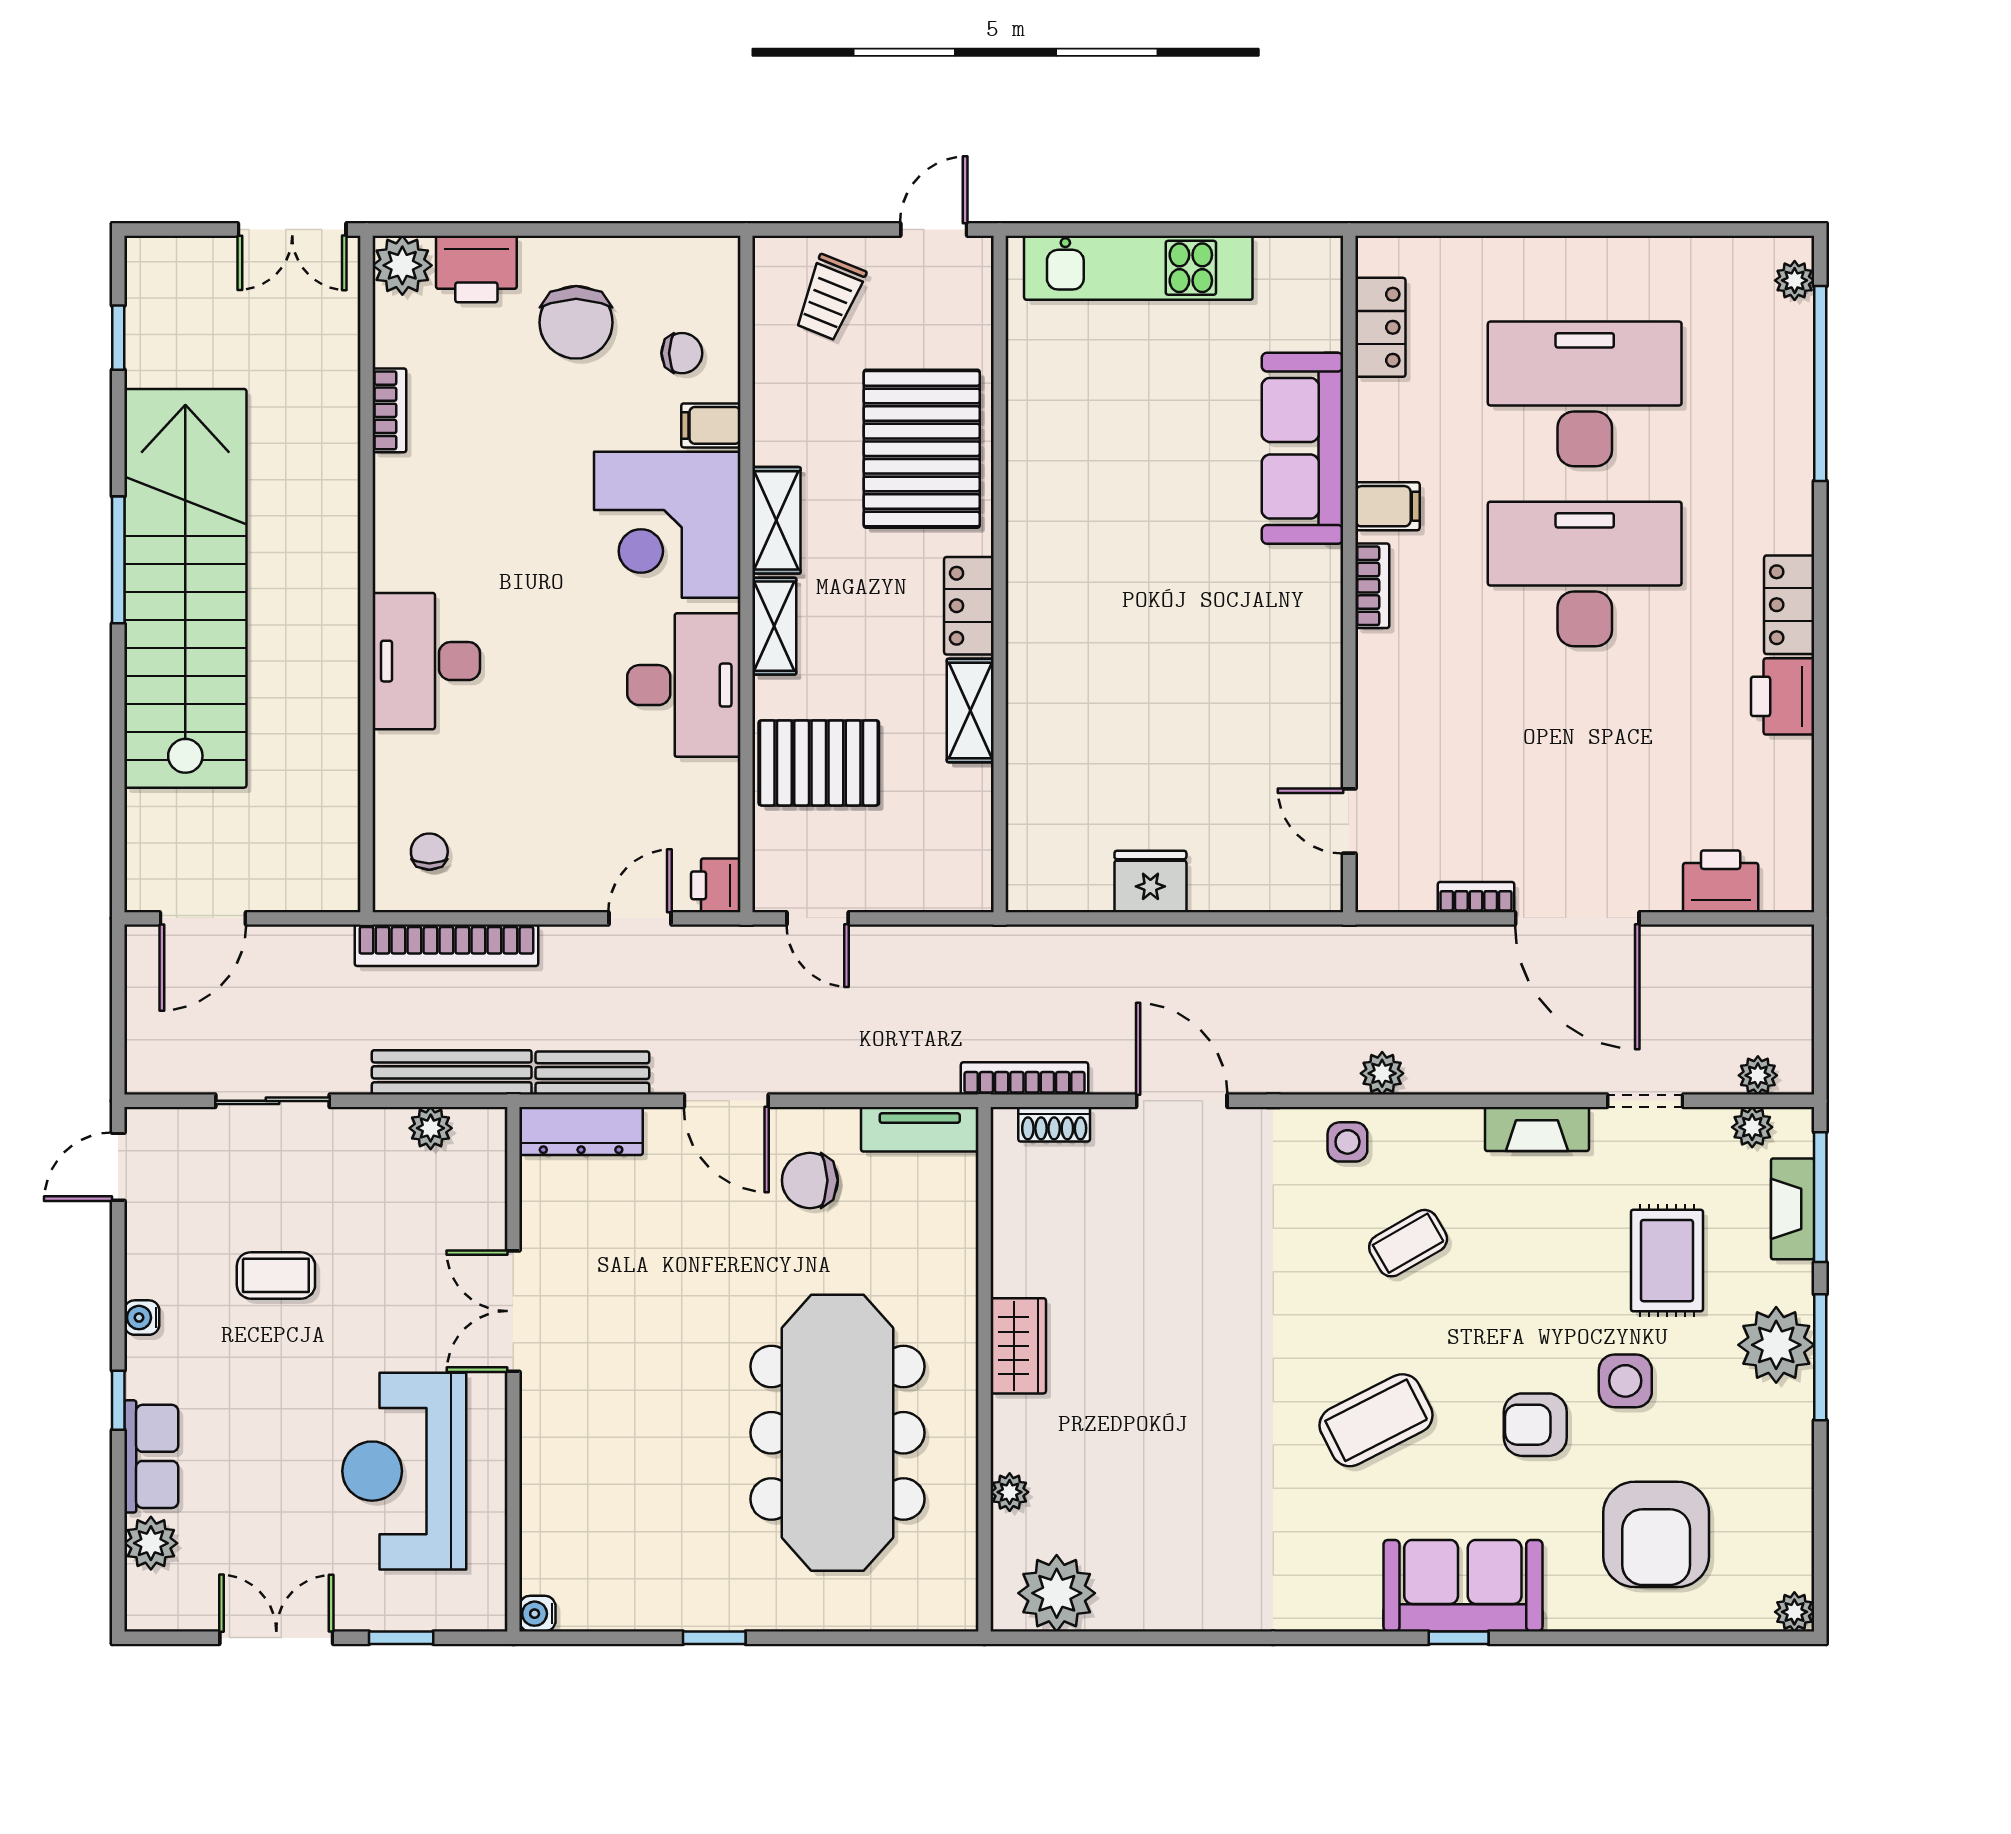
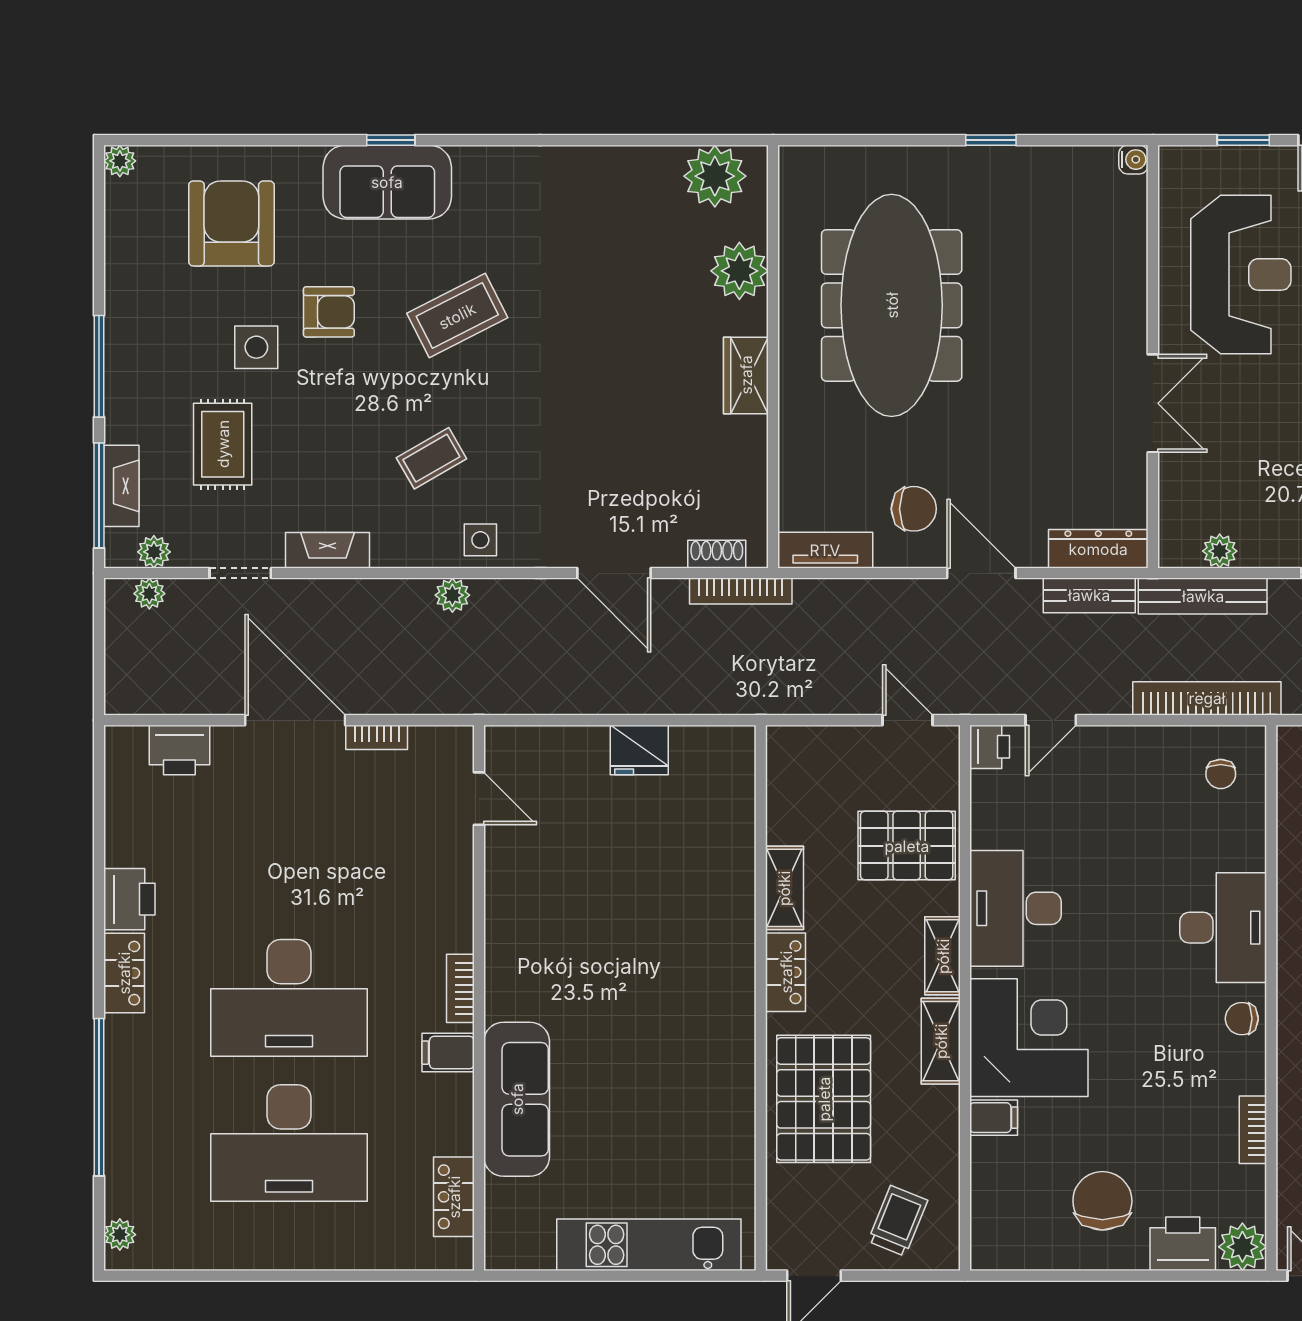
chair: (682, 353) -> (1242, 1019), moved
window: (1820, 384) -> (99, 1097), moved
plant: (1776, 1345) -> (135, 376), removed
plant: (1010, 1492) -> (739, 271), width x1.87, depth x1.87

